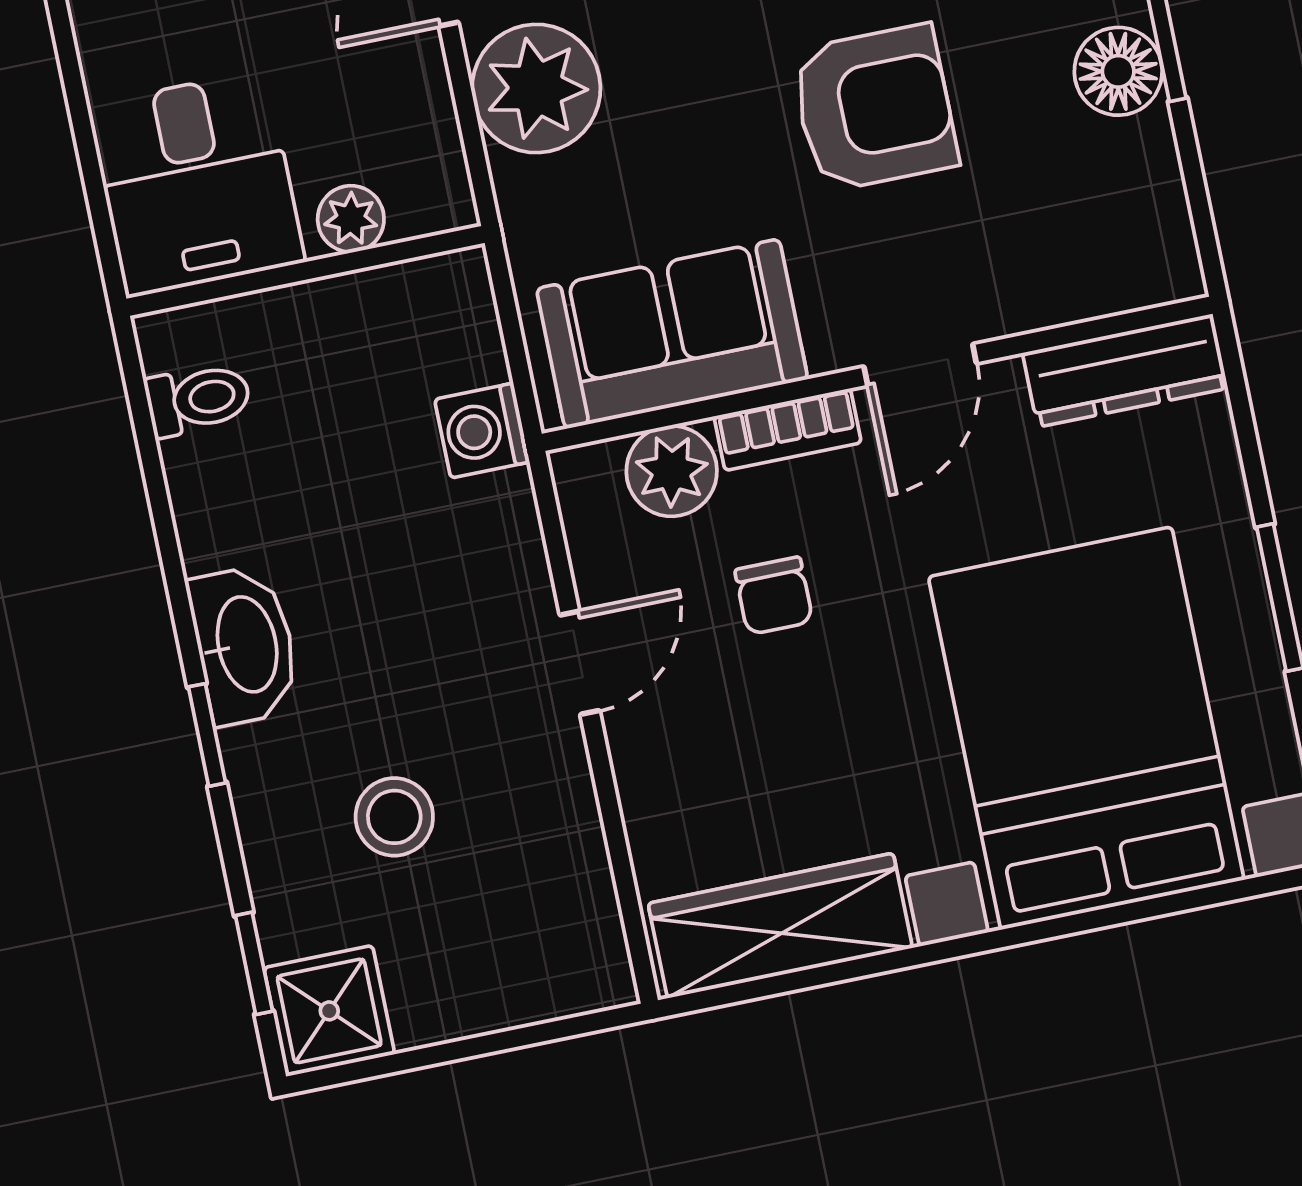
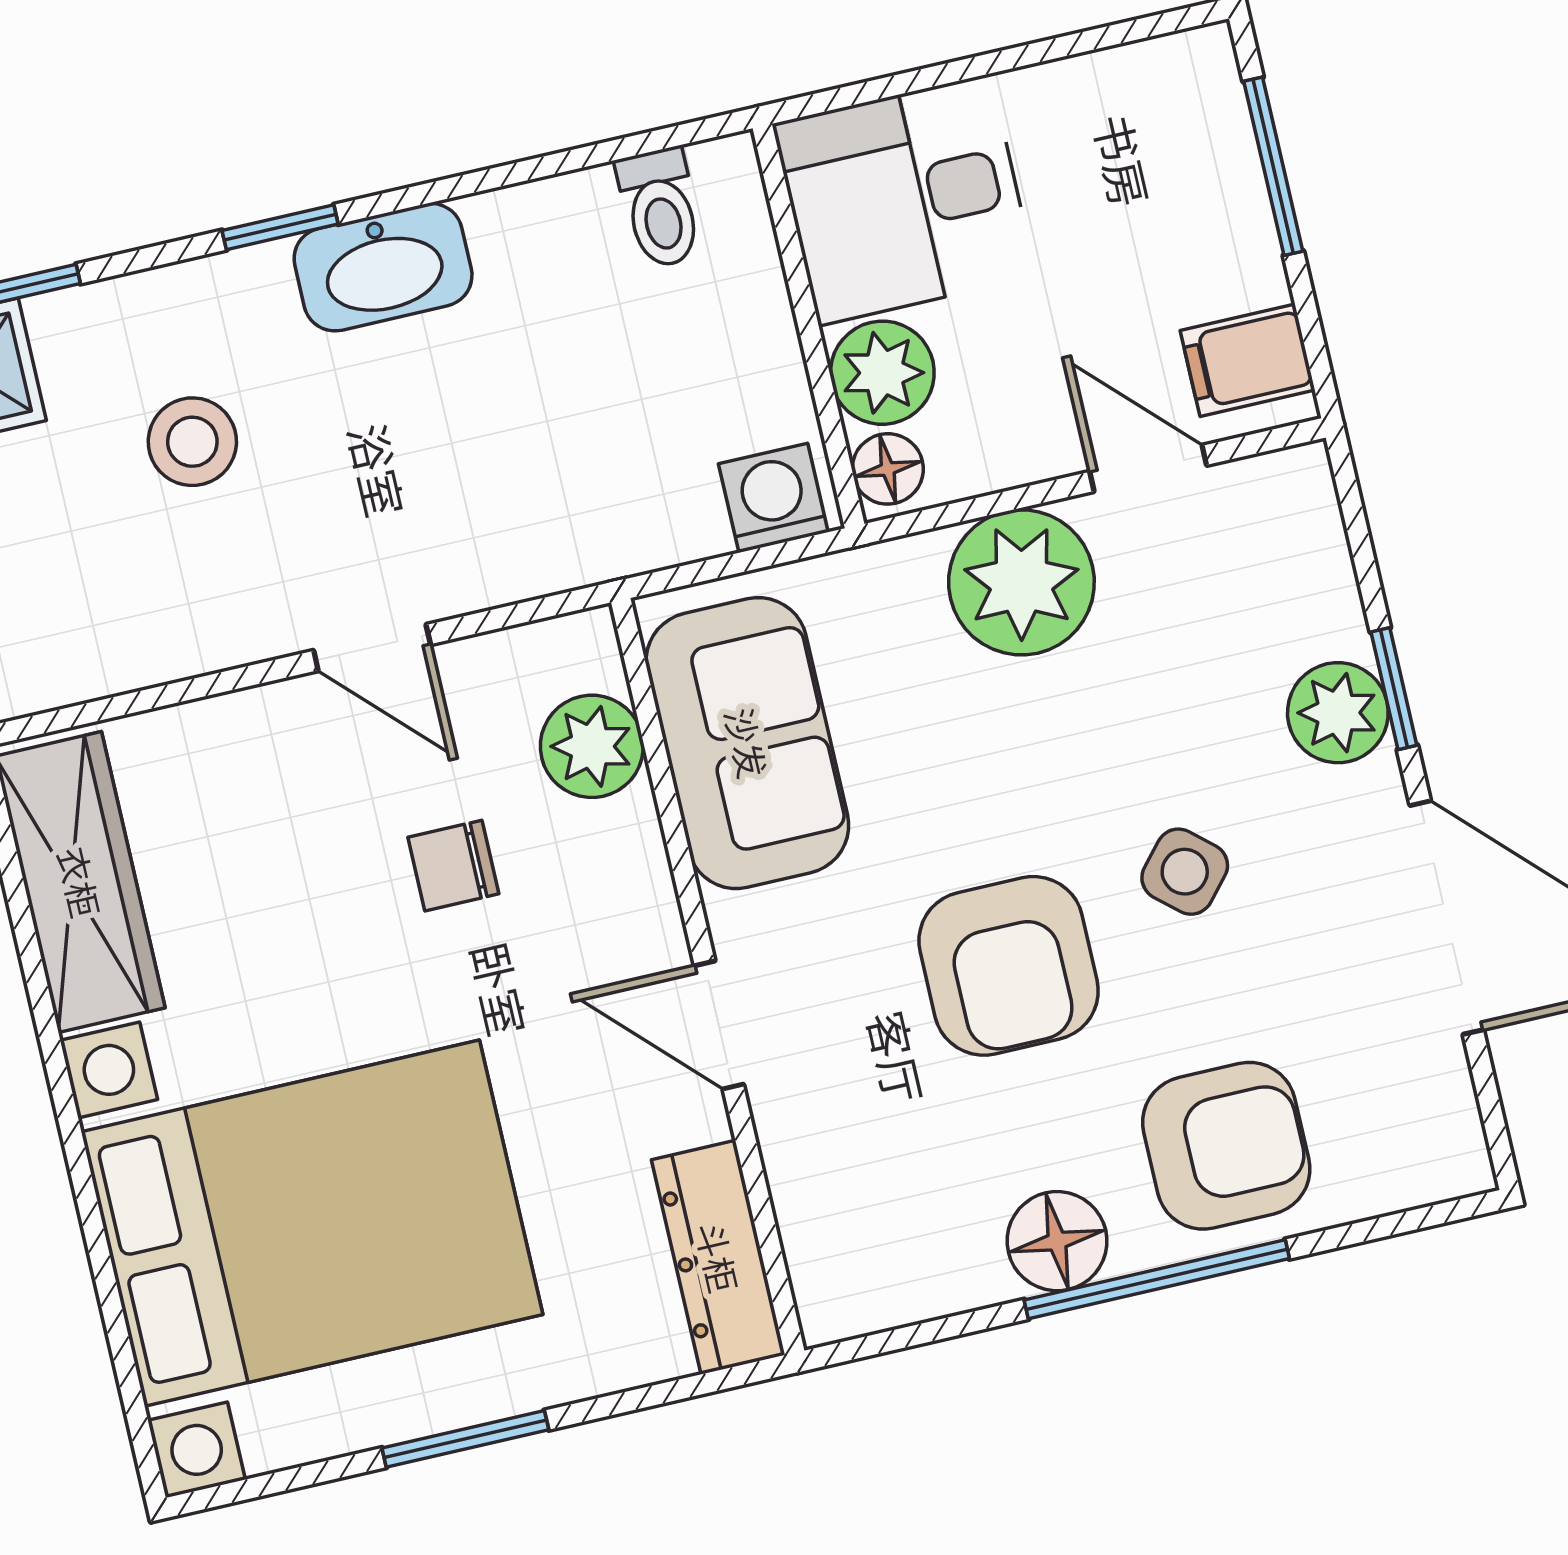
floor lamp: (433, 204) -> (888, 469), added
plant: (351, 219) -> (882, 373), width x1.38, depth x1.38
bookcase: (788, 429) -> (642, 877), removed
washing machine: (482, 431) -> (773, 498), moved

